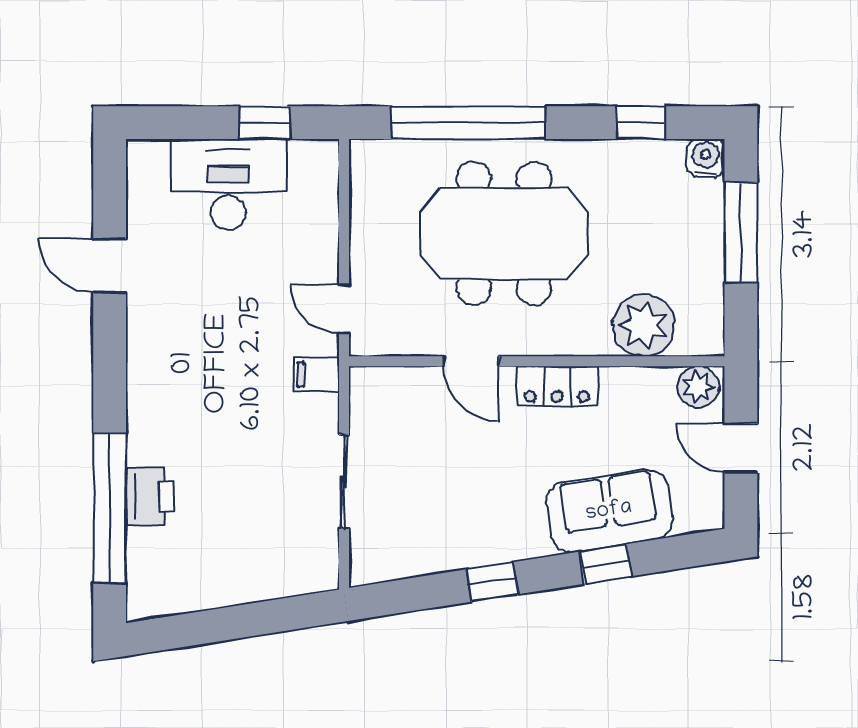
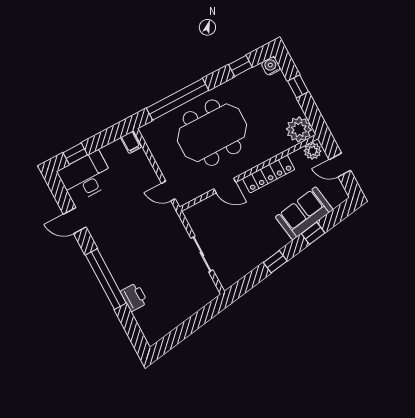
window: (264, 123) -> (75, 154), moved
desk: (228, 184) -> (86, 177), moved
window: (741, 232) -> (298, 86), width x0.46
plant: (644, 325) -> (299, 129), moved
filing cabinet: (317, 375) -> (131, 142), moved, turned -90
locker: (557, 386) -> (269, 174), width x1.53
window: (110, 508) -> (106, 279), moved

